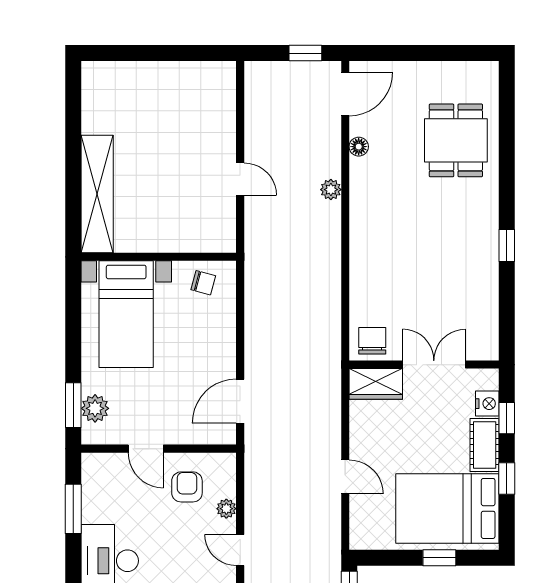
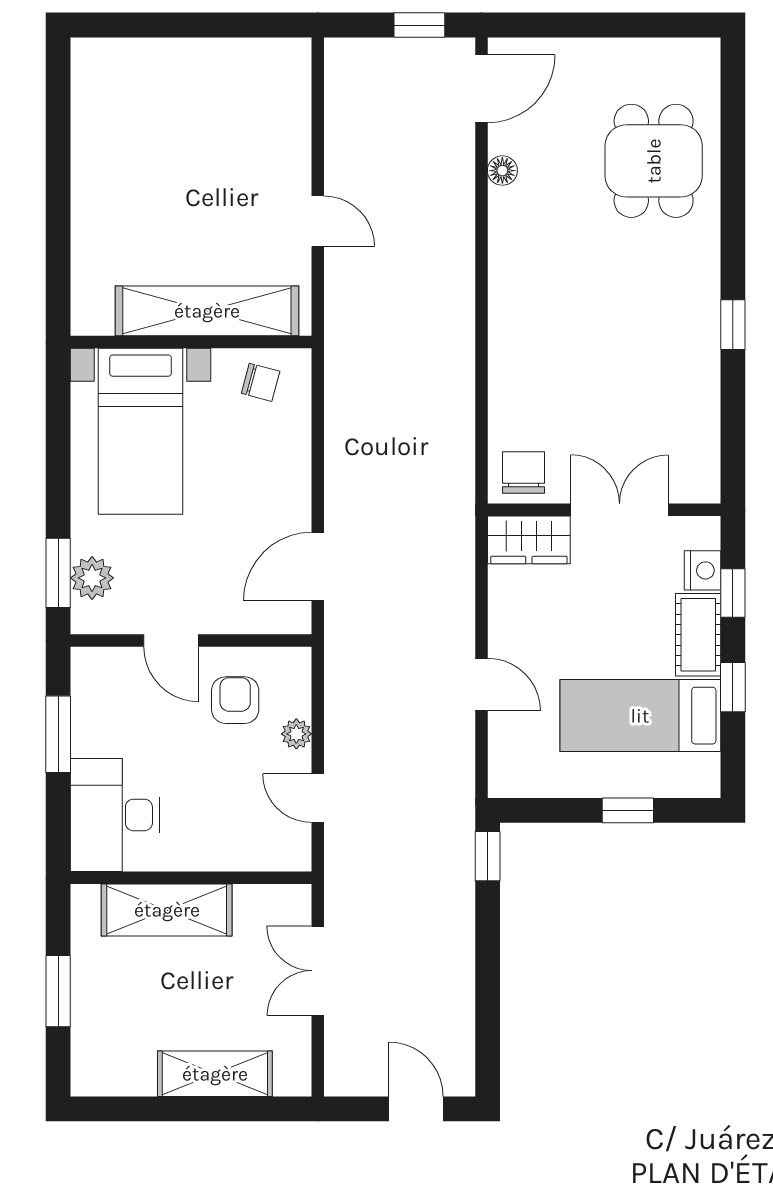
plant: (331, 190) -> (459, 237), removed
shelving: (97, 194) -> (207, 311), moved, turned 90
bed: (447, 508) -> (640, 716), width x0.67

